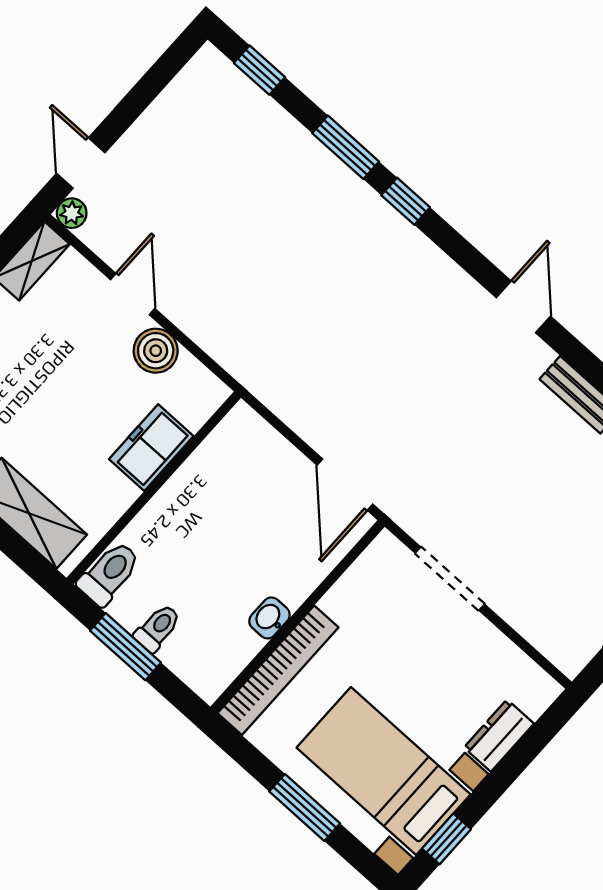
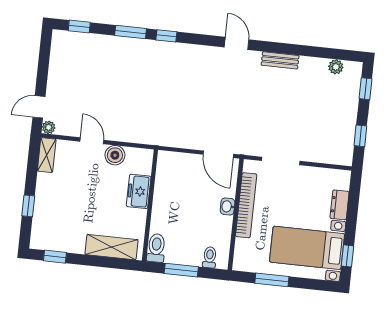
door: (81, 163) -> (39, 107), hinge flipped
washbasin: (269, 618) -> (228, 206), moved
toilet: (158, 628) -> (210, 257), moved
bookcase: (278, 670) -> (246, 205), moved
window: (305, 807) -> (272, 280), moved

